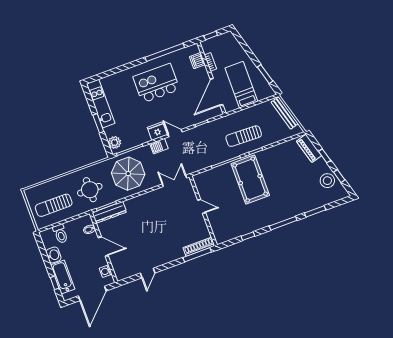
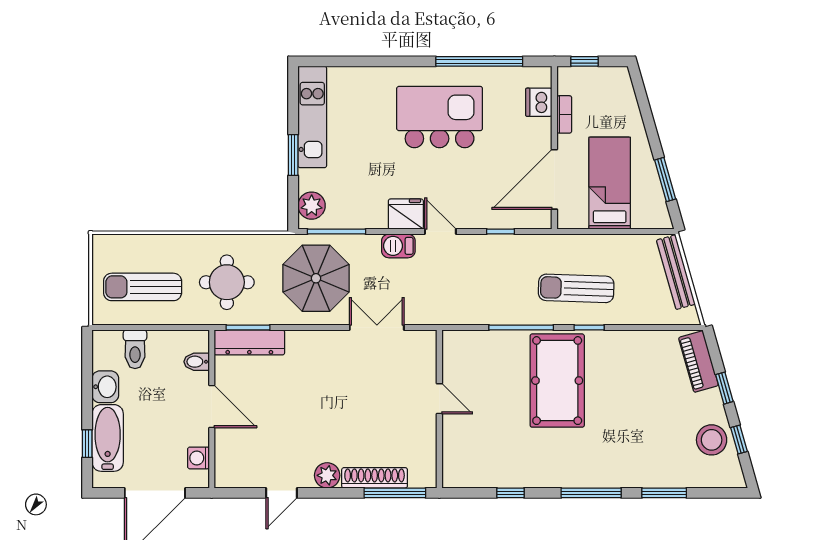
double door: (175, 181) -> (377, 327), moved
shoe rack: (199, 247) -> (375, 478), moved
plant: (165, 258) -> (327, 475), added

